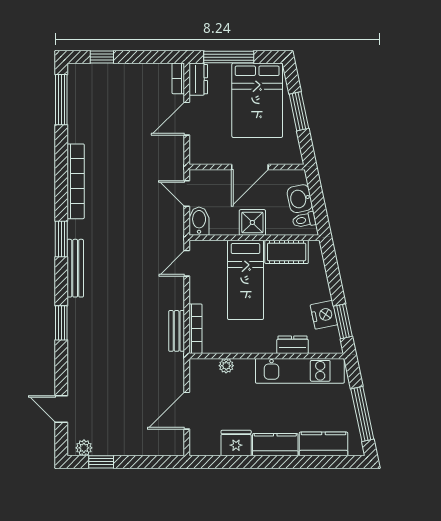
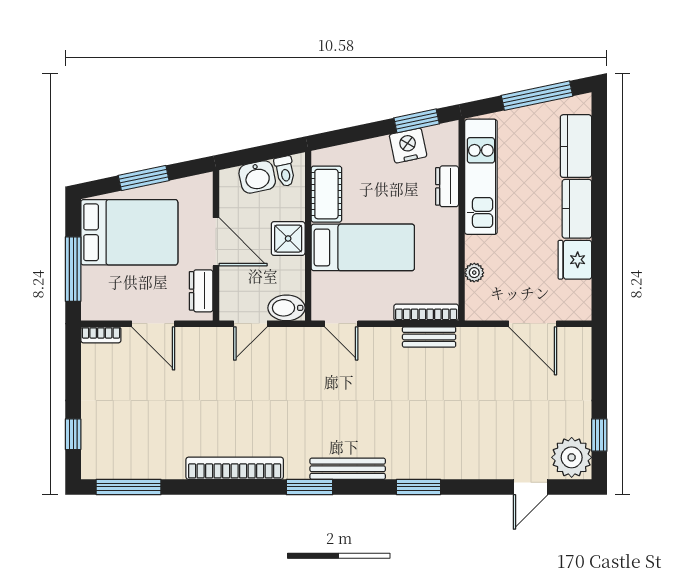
dresser: (198, 79) -> (201, 291), moved, turned -90
plant: (84, 448) -> (572, 457), width x1.88, depth x1.88

